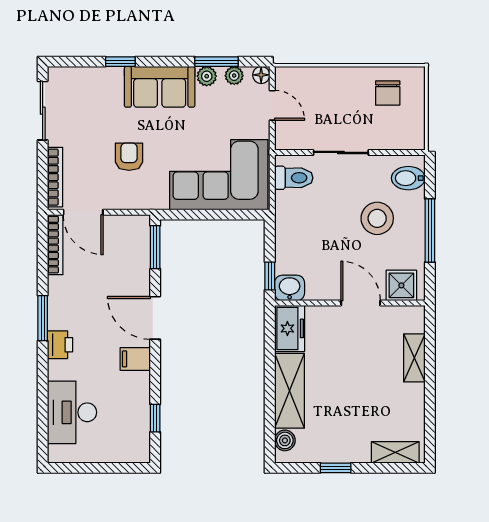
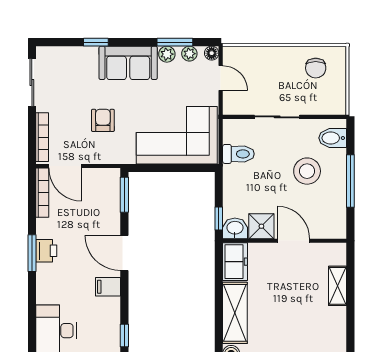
toilet: (294, 178) -> (238, 154), moved
shower: (401, 285) -> (261, 226), moved
printer: (60, 345) -> (46, 251), moved

